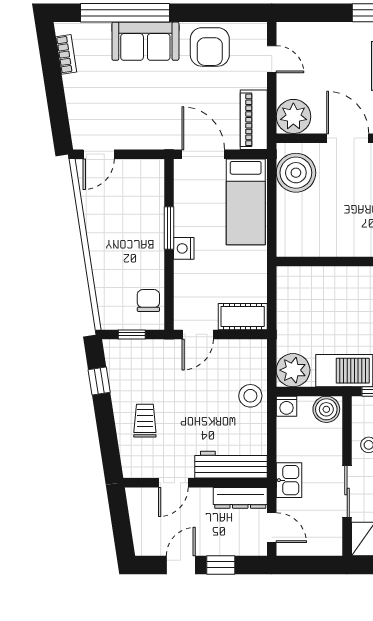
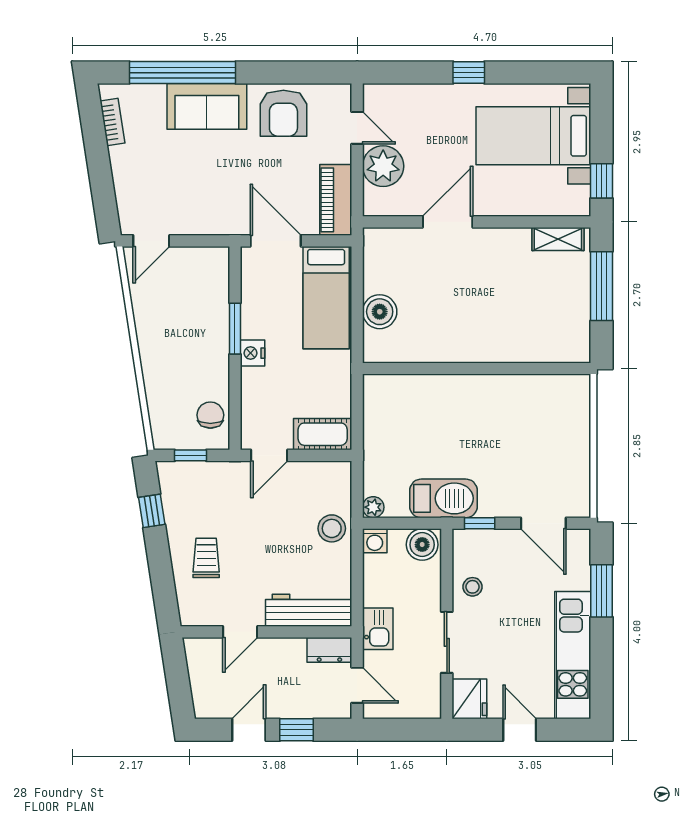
plant: (293, 116) -> (383, 166), moved
door: (348, 138) -> (448, 222), hinge flipped
boiler: (296, 173) -> (380, 312), moved, width x0.73, depth x0.73
plant: (293, 370) -> (373, 507), width x0.53, depth x0.53
dresser: (240, 498) -> (329, 650), width x0.70

